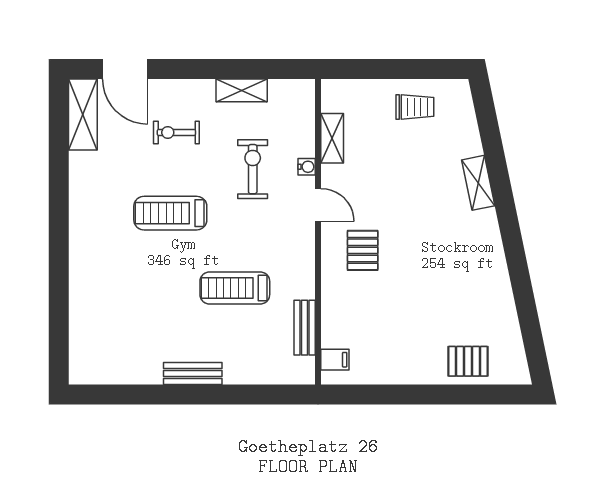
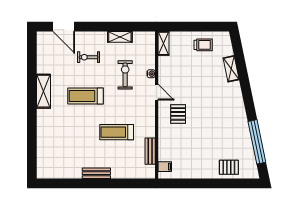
shelving: (83, 115) -> (43, 91), moved
shelving: (332, 138) -> (163, 43), moved
shelving: (478, 183) -> (231, 69), moved
window: (526, 308) -> (257, 142), added

